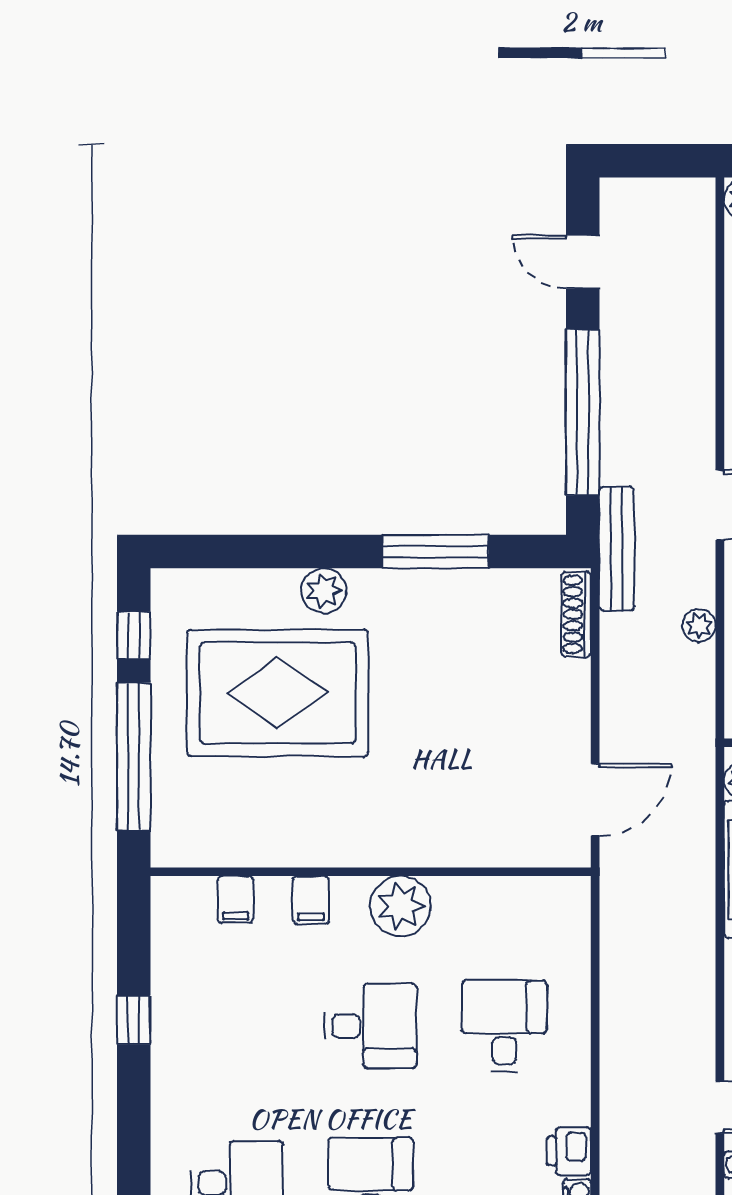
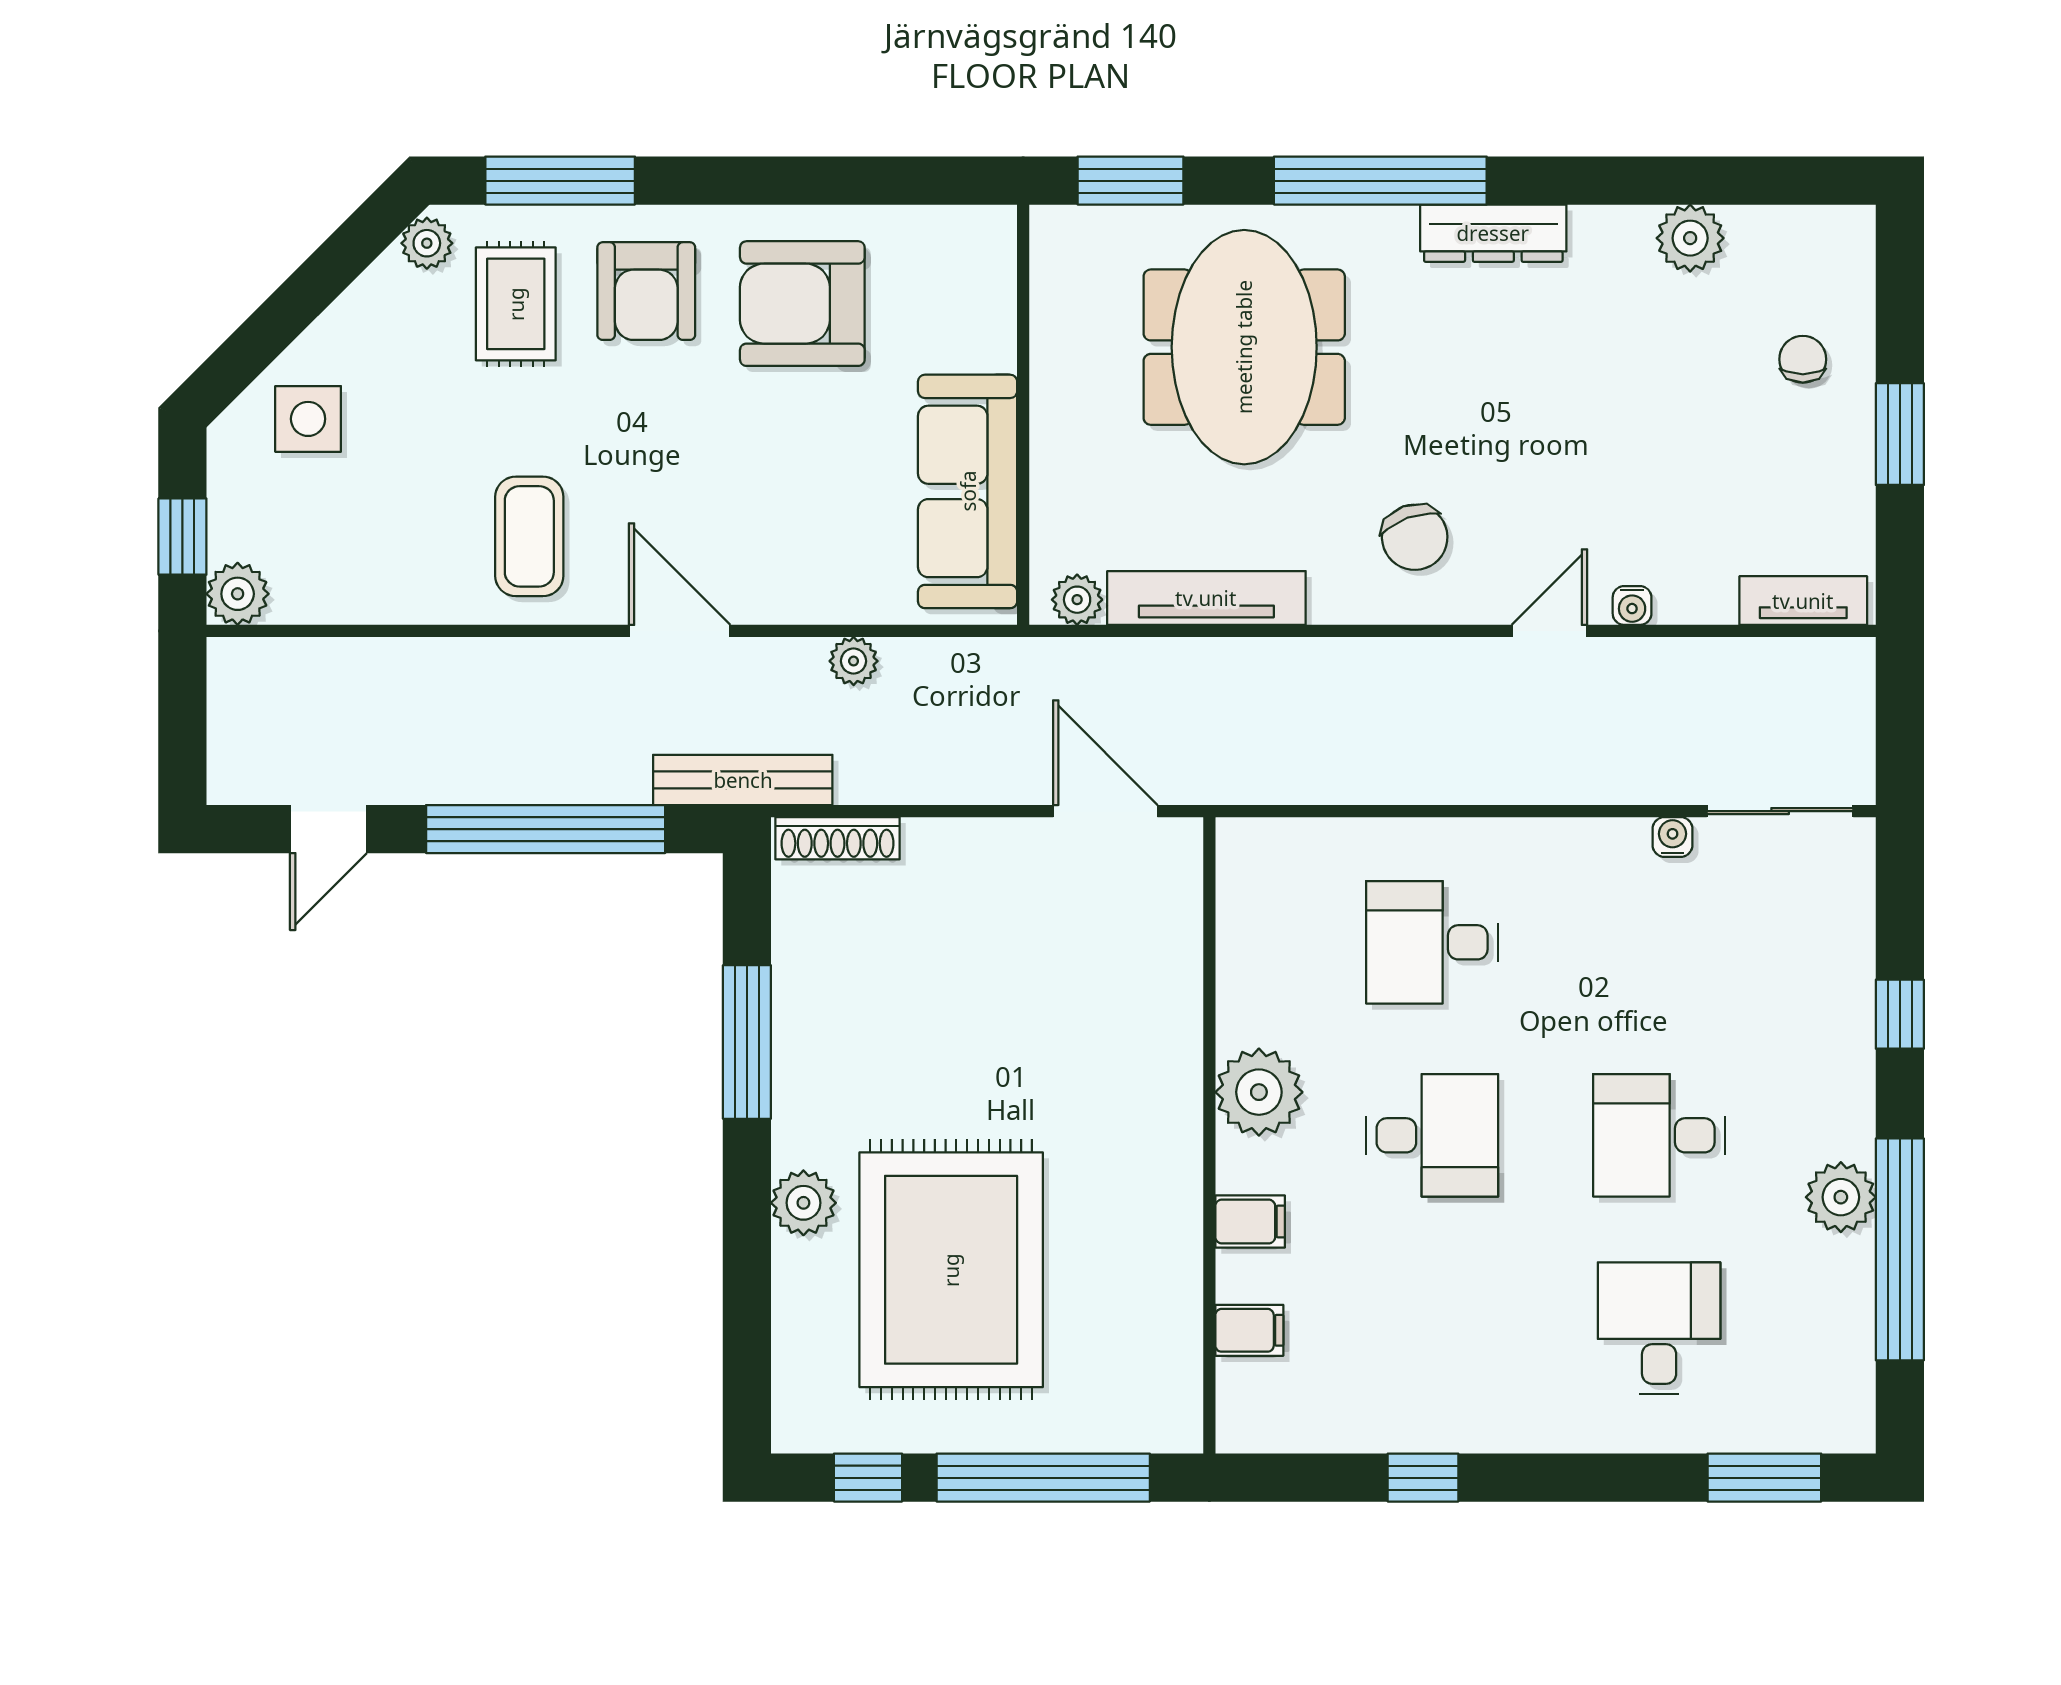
desk: (371, 1026) -> (1432, 1135), turned 90
printer: (569, 1151) -> (1613, 849), removed

